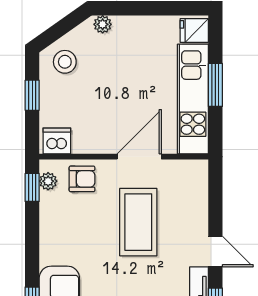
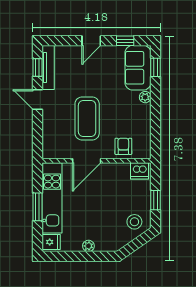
plant: (103, 24) -> (88, 246), moved
armchair: (82, 179) -> (123, 146), turned 90
plant: (48, 181) -> (145, 97), moved
window: (32, 187) -> (156, 141), removed

